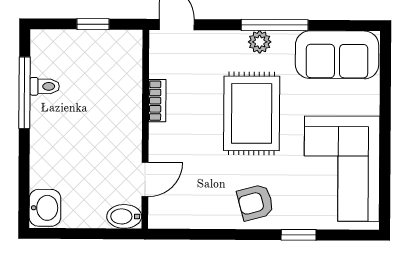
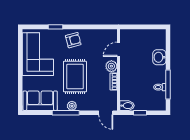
plant: (163, 138) -> (111, 66), added
washbasin: (45, 208) -> (159, 57), moved
bidet: (124, 216) -> (127, 106), moved

